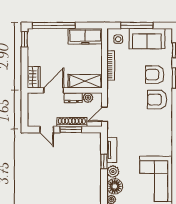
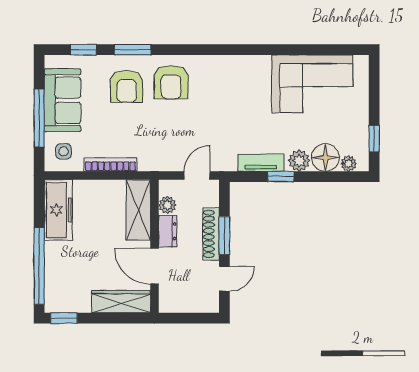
wardrobe: (34, 77) -> (121, 302), width x1.50
door: (105, 114) -> (197, 176), swing flipped

